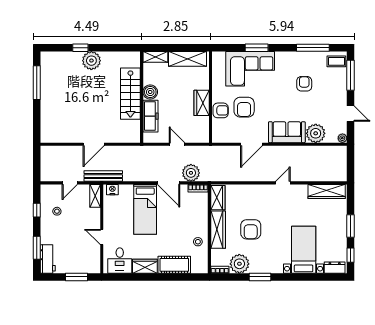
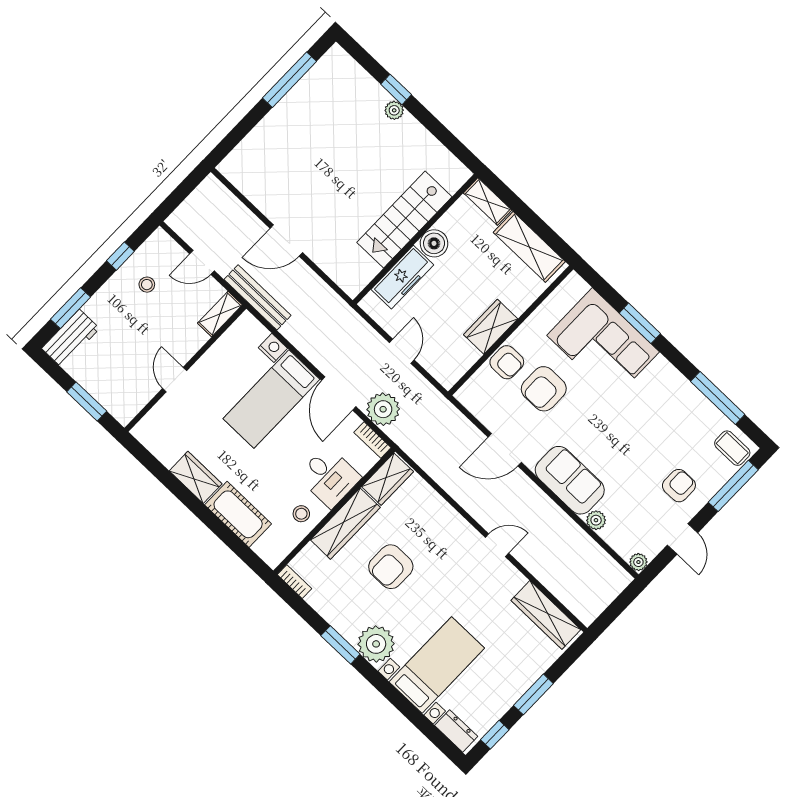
plant: (91, 61) -> (394, 110), width x0.53, depth x0.53
armchair: (304, 84) -> (679, 486), moved
plant: (316, 133) -> (596, 520), width x0.53, depth x0.53
nightstand: (112, 190) -> (273, 348), moved
desk: (120, 261) -> (329, 477), moved, turned -90
plant: (239, 264) -> (376, 644), moved

